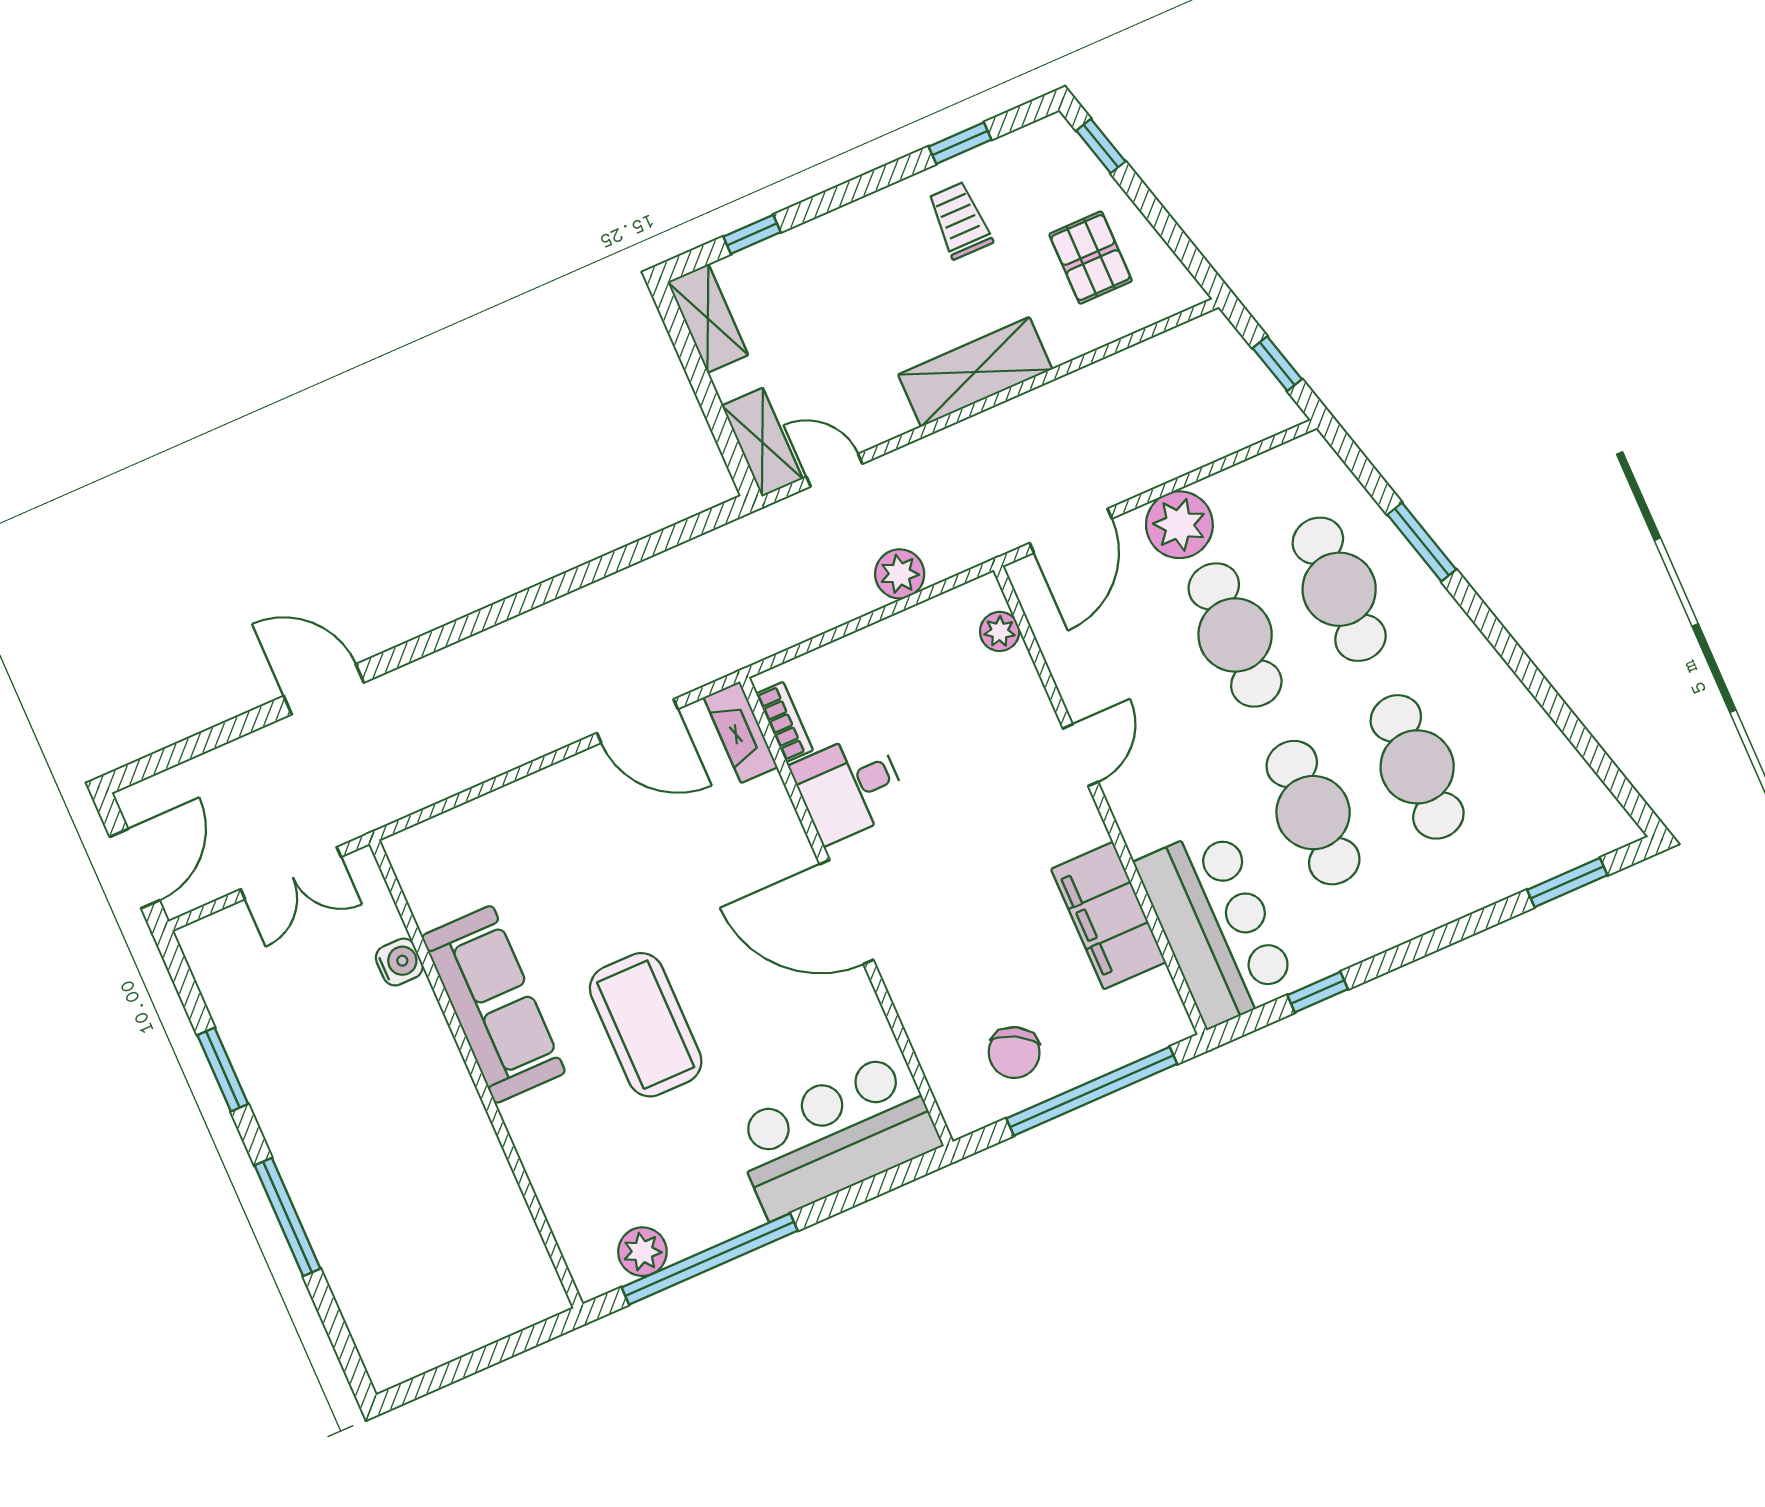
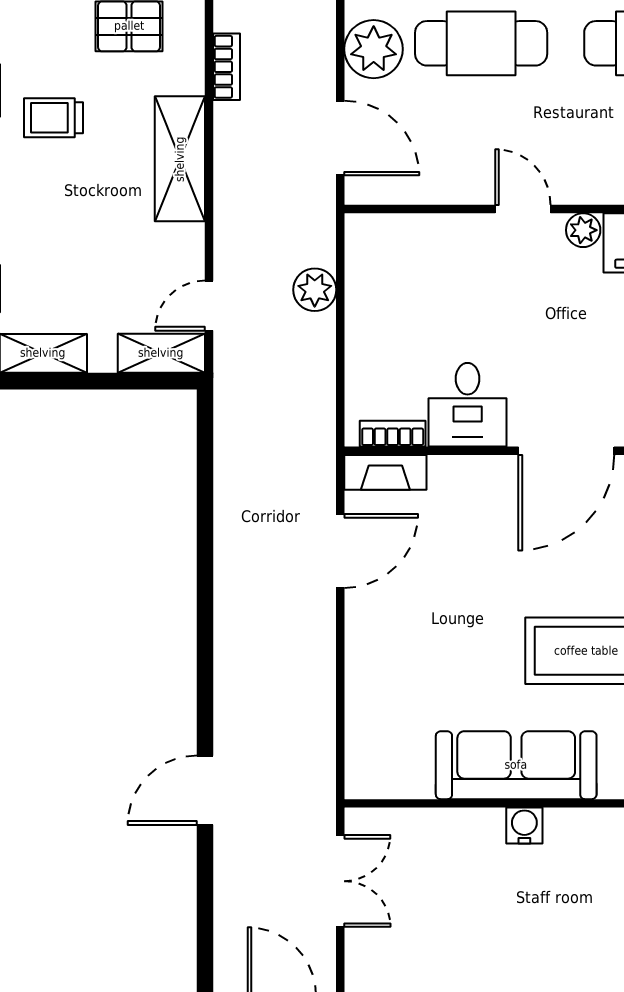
bookcase: (1093, 379) -> (227, 67), added
plant: (1000, 631) -> (583, 230), moved
water cooler: (399, 962) -> (524, 826), moved

